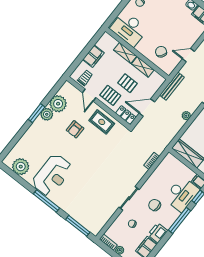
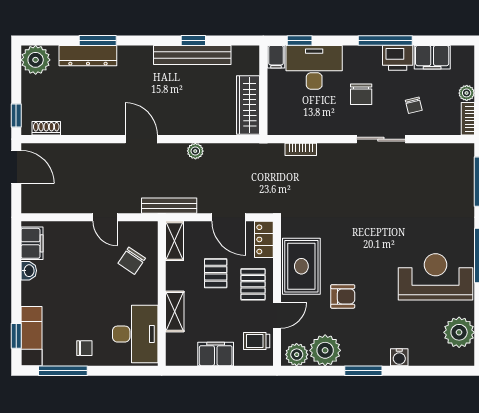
shelving: (143, 67) -> (175, 241), moved
plant: (47, 114) -> (297, 355), moved
rug: (102, 122) -> (301, 266), width x1.36, depth x1.43
water cooler: (30, 133) -> (399, 357), added
window: (180, 220) -> (385, 40), moved

